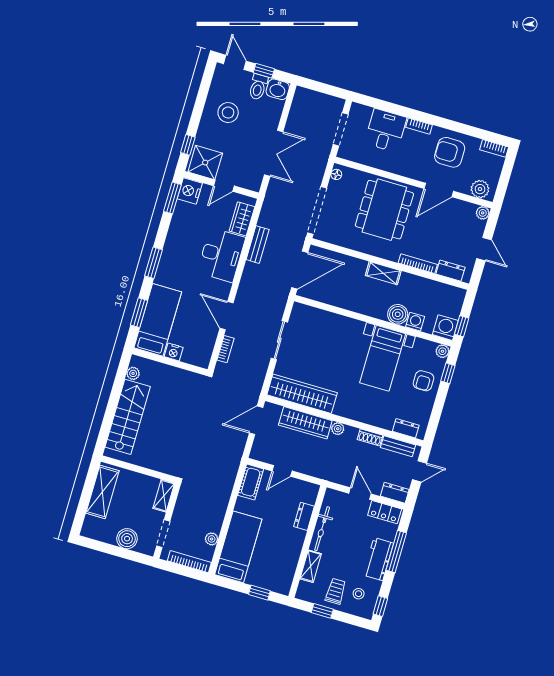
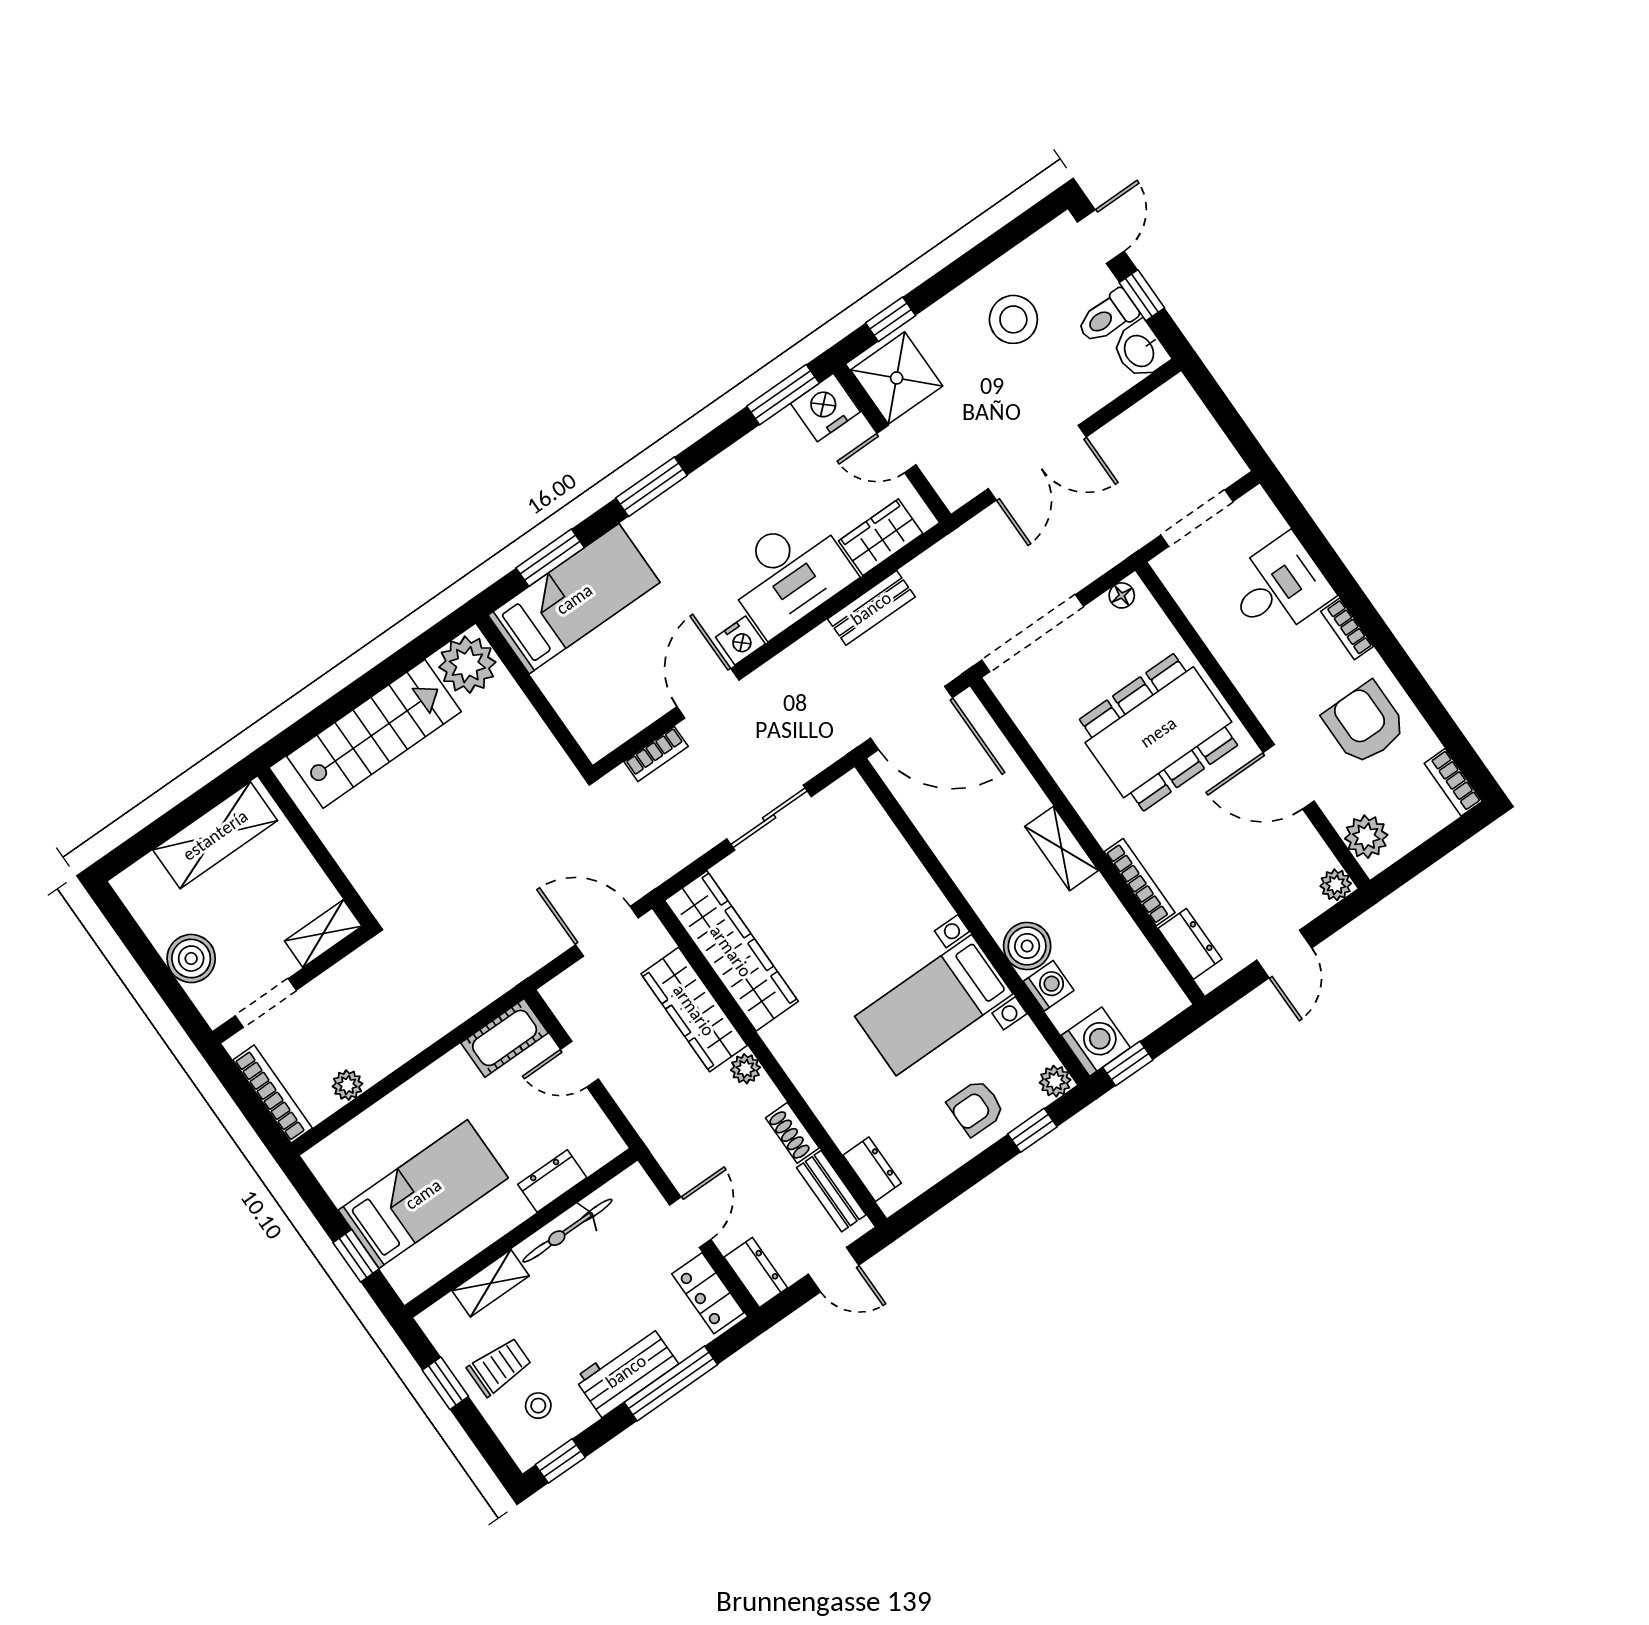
nightstand: (174, 352) -> (740, 641), moved, turned -90
plant: (133, 373) -> (467, 665), width x1.88, depth x1.88
bed: (238, 547) -> (423, 1194), moved

